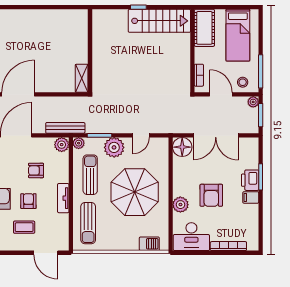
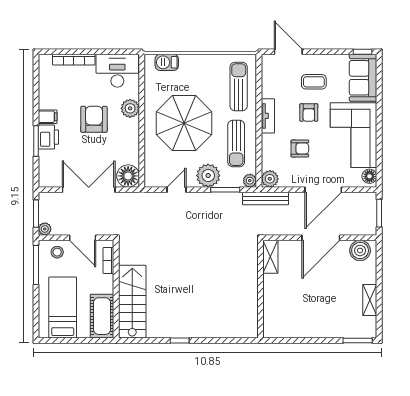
stairs: (159, 21) -> (132, 302), moved, turned 90
wall: (90, 51) -> (260, 289), moved
shelving: (82, 78) -> (270, 257), moved

